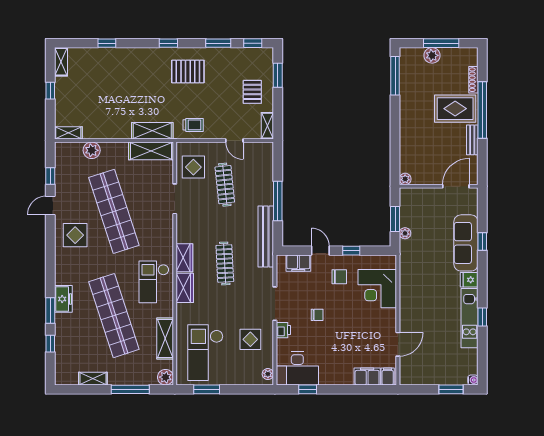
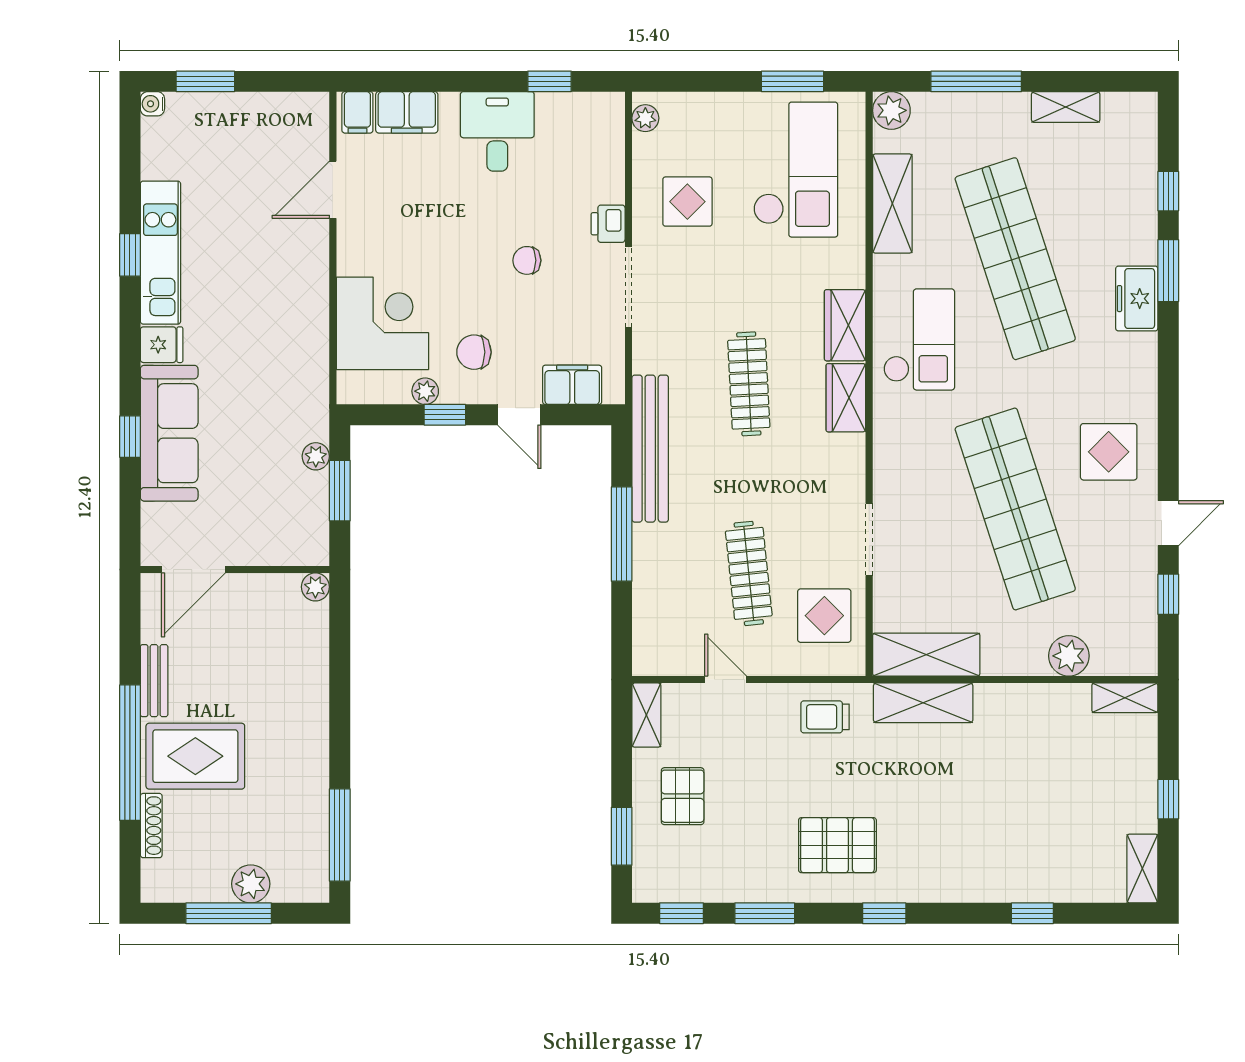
plant: (359, 260) -> (425, 391), added
desk: (297, 369) -> (497, 131), moved, width x0.73

